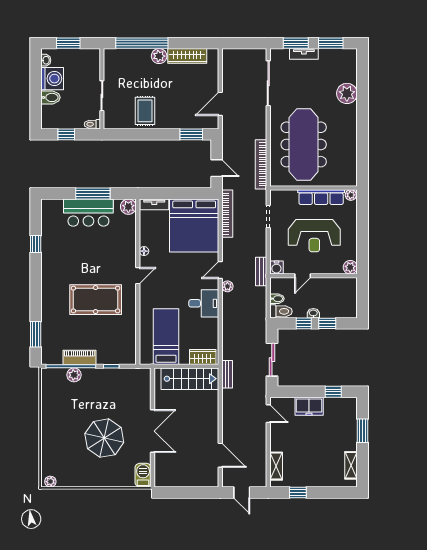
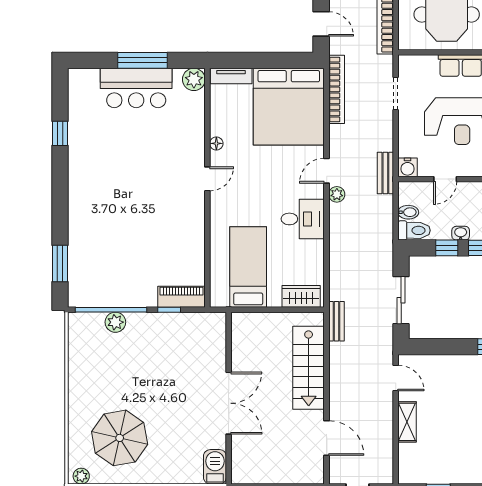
pool table: (96, 300) -> (146, 213), removed
piano: (79, 357) -> (181, 297), moved
stairs: (190, 379) -> (309, 368), moved, turned 90
freezer: (309, 406) -> (455, 367), removed
parasol: (104, 438) -> (120, 438), moved
shelving: (276, 466) -> (407, 422), moved

